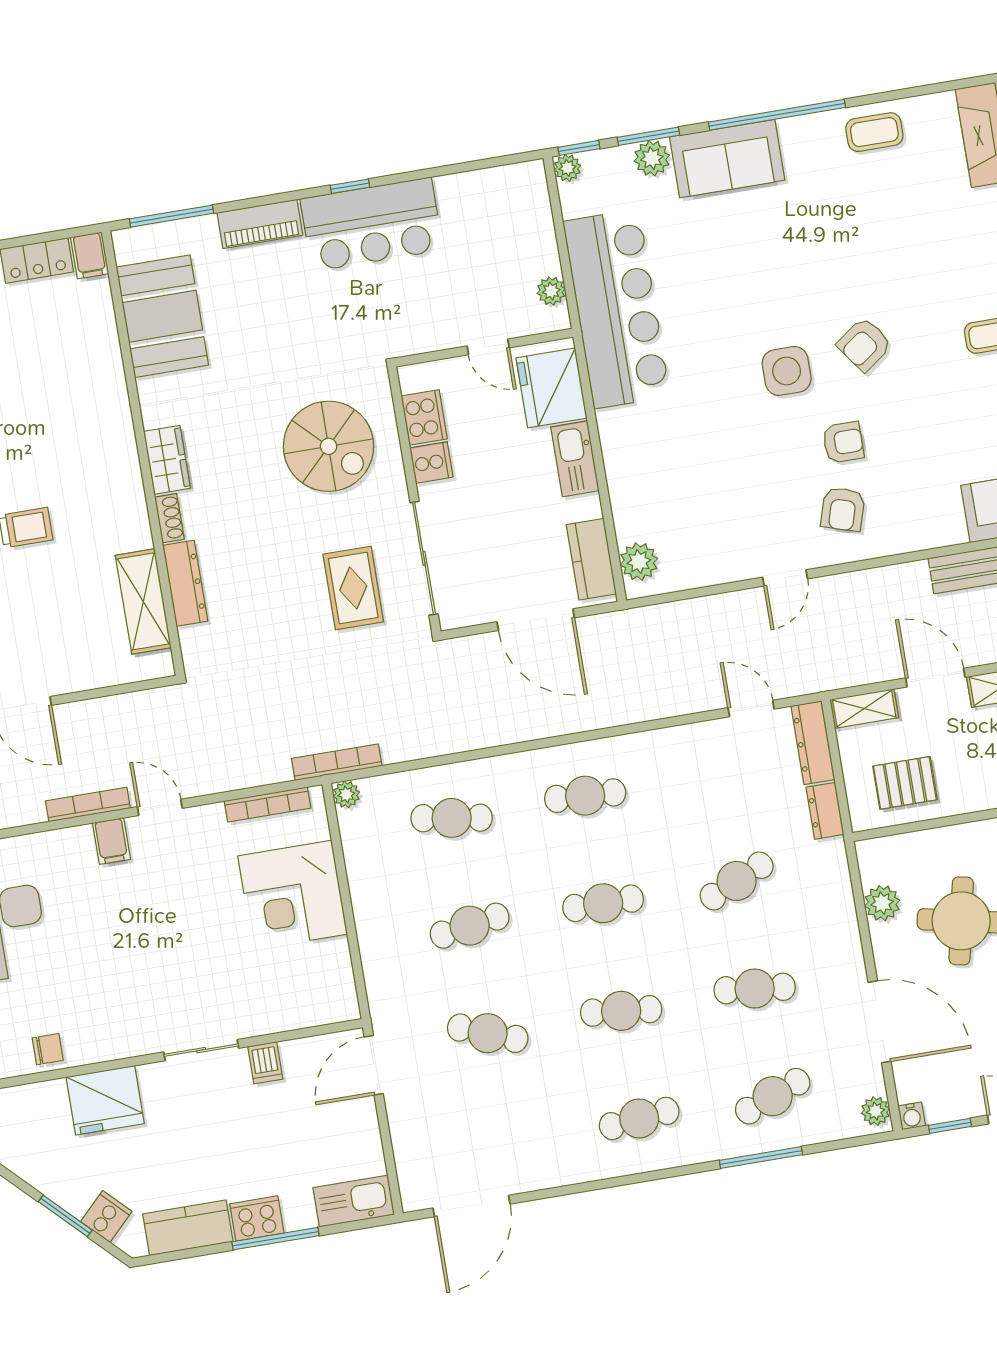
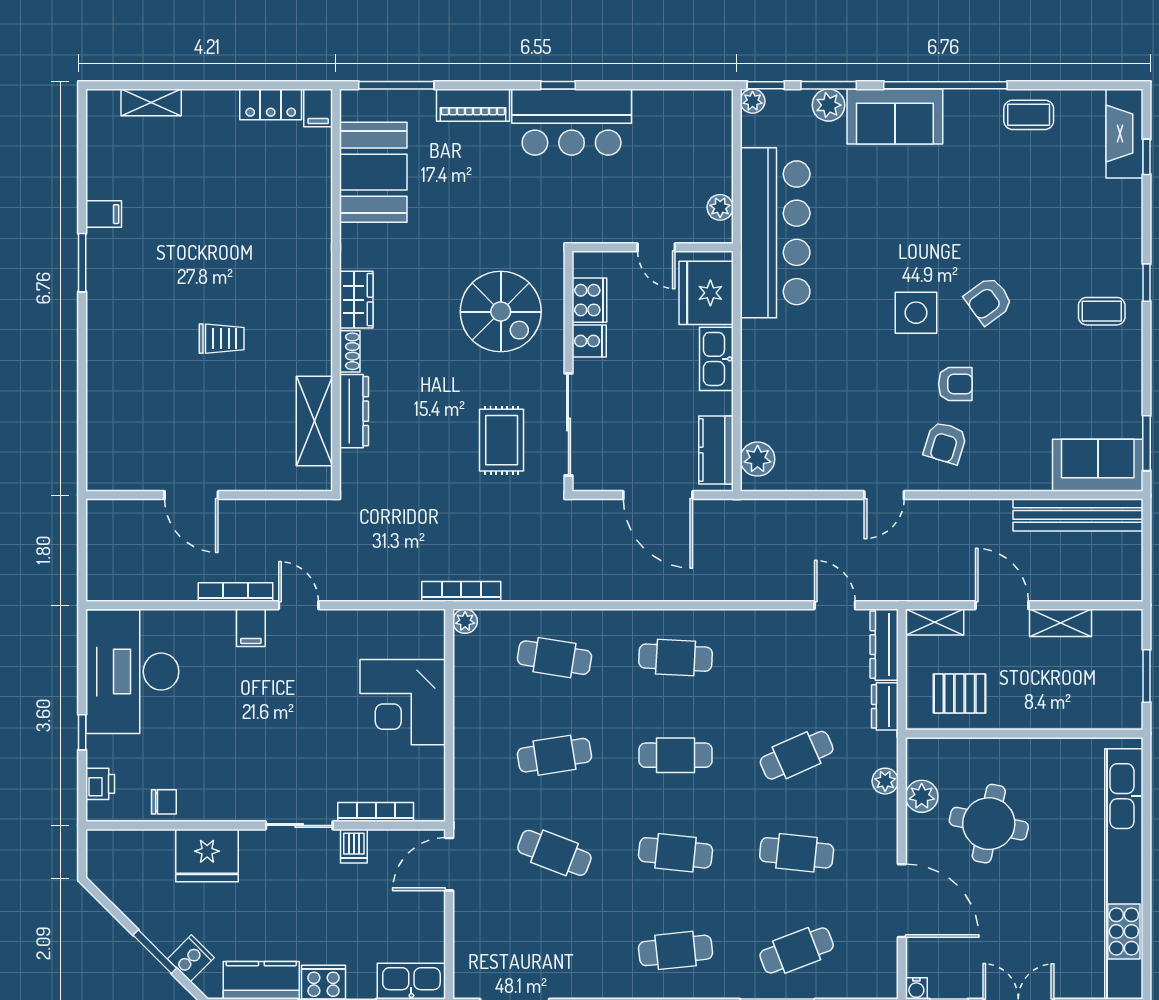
bookcase: (267, 804) -> (376, 812), moved, turned 180
plant: (876, 1111) -> (885, 781), moved

